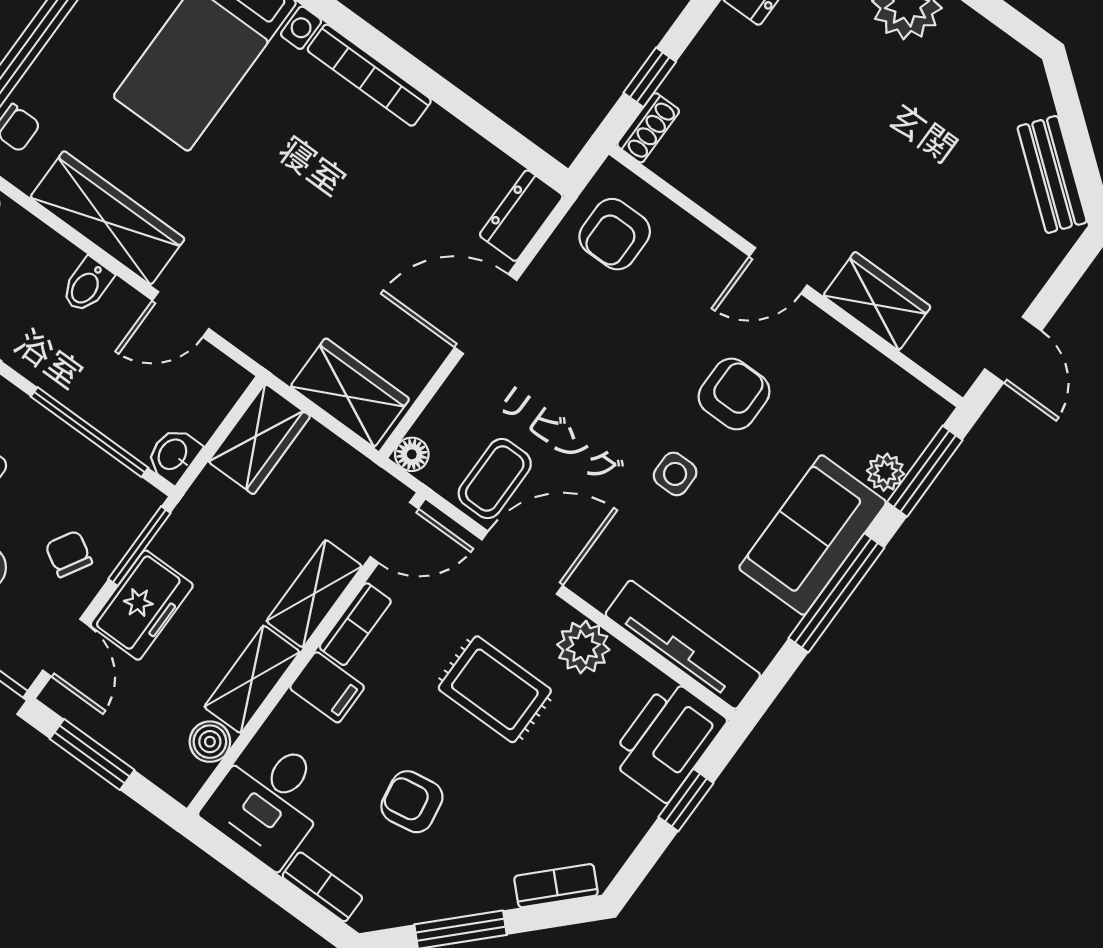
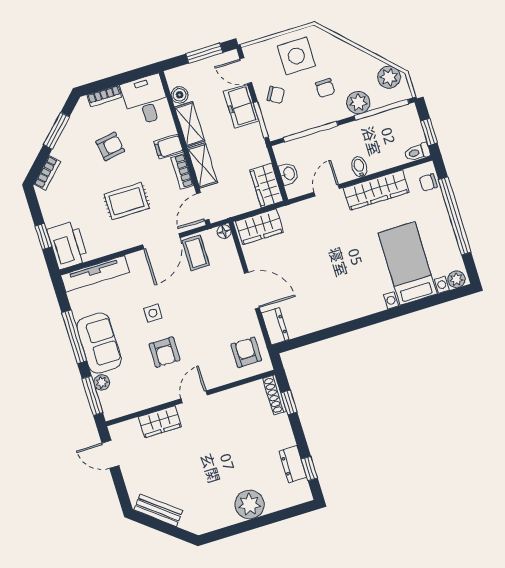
bookcase: (369, 75) -> (359, 311), removed
shoe rack: (648, 128) -> (275, 395), width x1.43
door: (486, 314) -> (252, 290), hinge flipped
washbasin: (173, 455) -> (289, 174), moved
plant: (583, 647) -> (119, 240), removed

